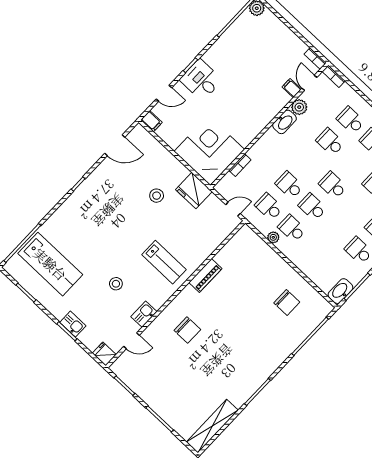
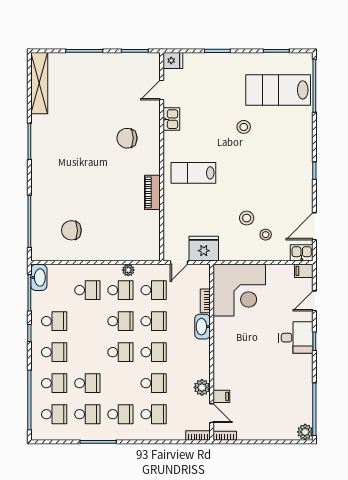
washbasin: (285, 122) -> (203, 327), moved
school desk: (310, 163) -> (154, 352), added
stool: (154, 172) -> (266, 235), added
fridge: (194, 191) -> (204, 249), moved
school desk: (315, 250) -> (87, 290), added
stool: (116, 284) -> (244, 127), moved
kitchen sink: (73, 324) -> (302, 253), moved, turned 180

